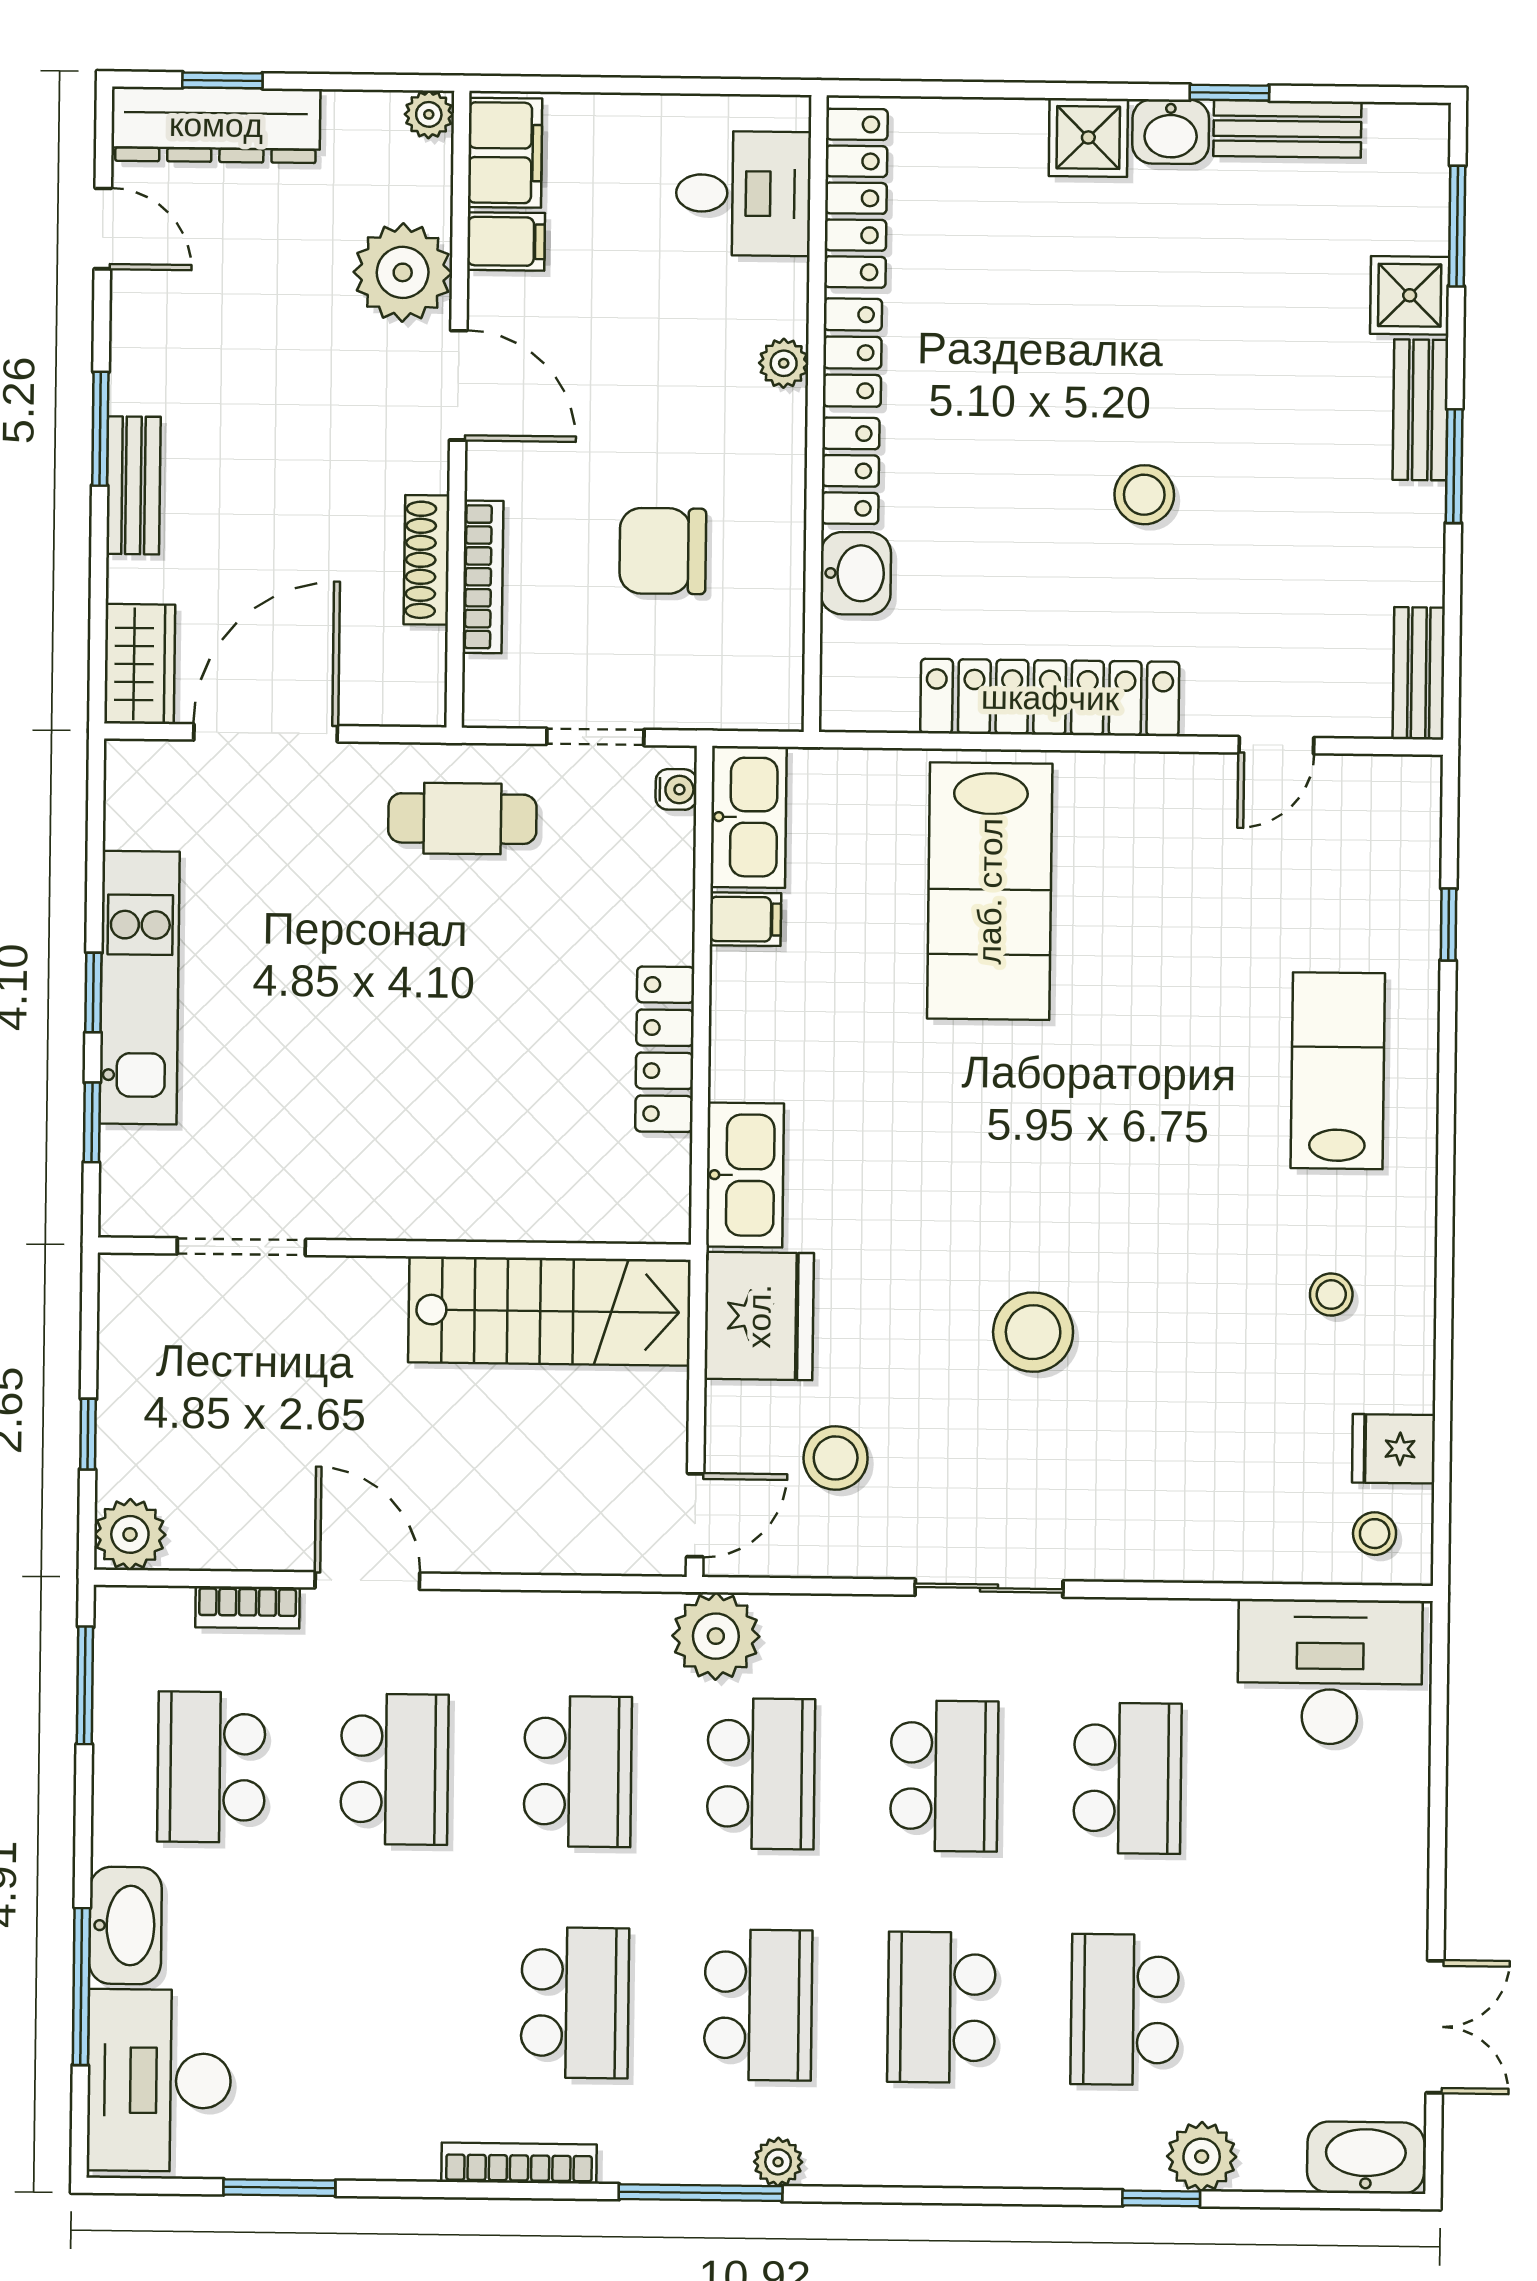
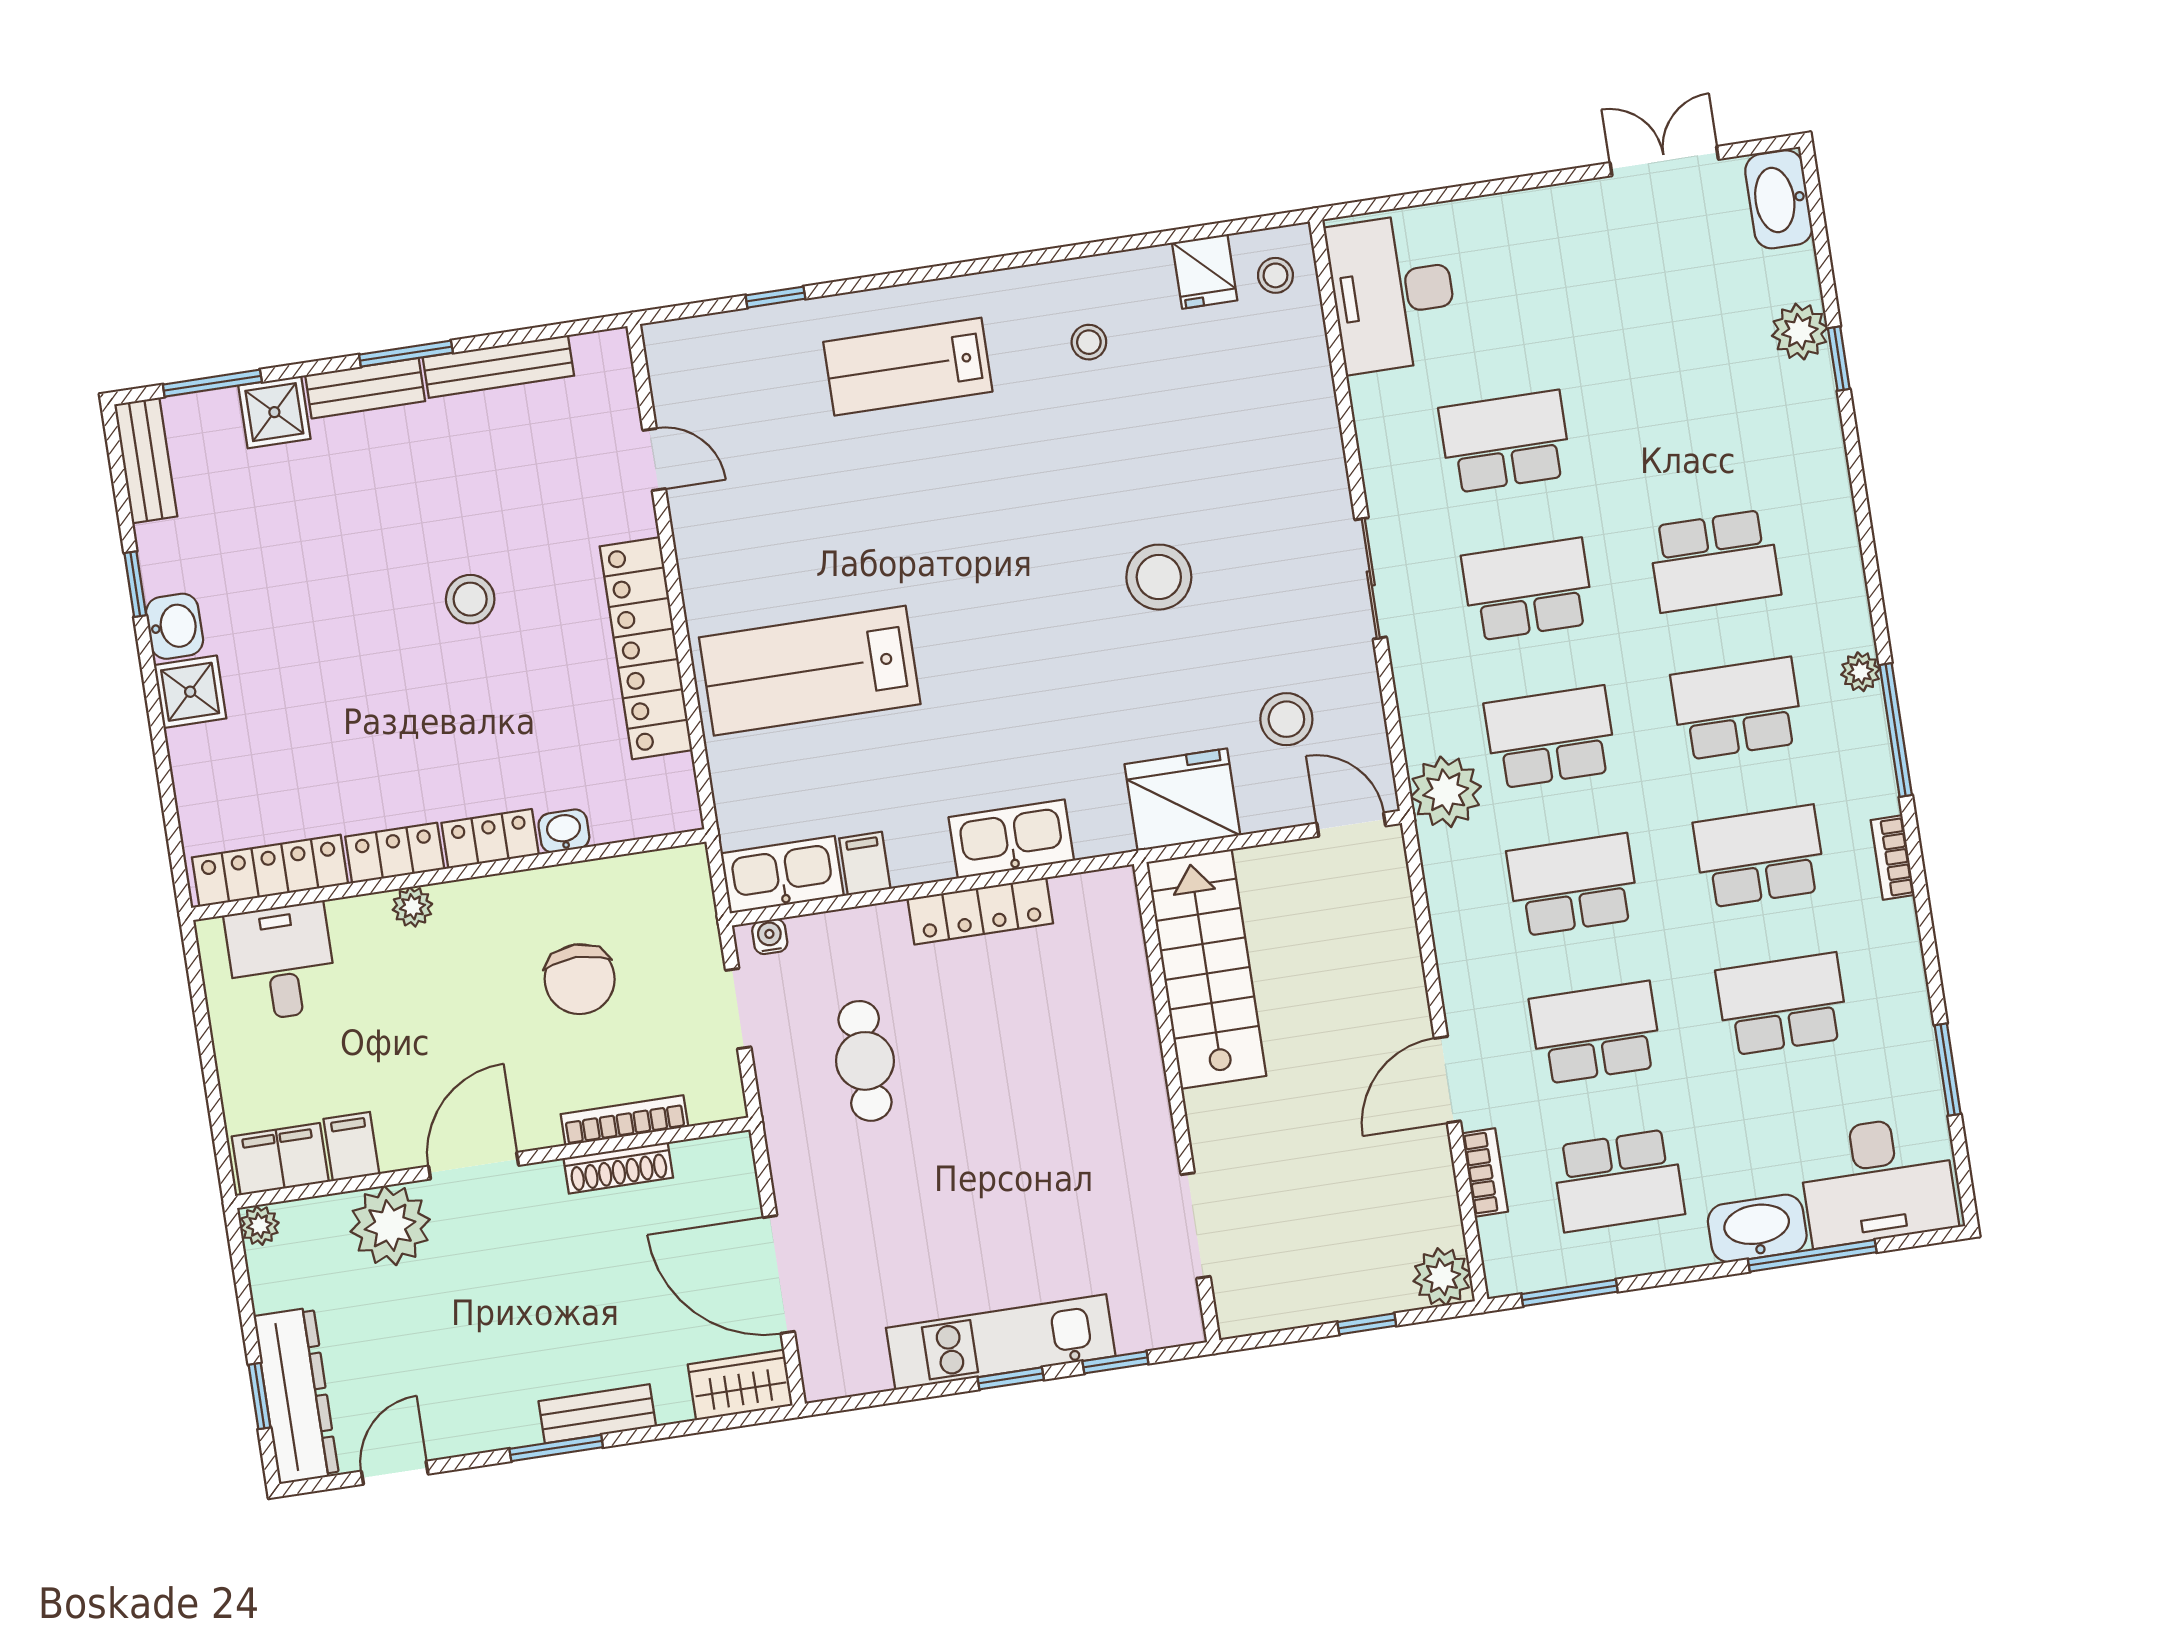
bench: (1287, 129) -> (146, 461), moved
washbasin: (856, 573) -> (564, 831), width x0.72, depth x0.69
bench: (1419, 673) -> (498, 366), moved, width x1.36
cafe table: (462, 819) -> (865, 1061), moved
lab bench: (990, 891) -> (810, 671), turned 180
kitchen sink: (745, 1175) -> (1011, 839), moved
school desk: (1125, 2010) -> (1782, 1004), moved, turned 180
bookcase: (519, 2163) -> (1893, 857), width x0.64

